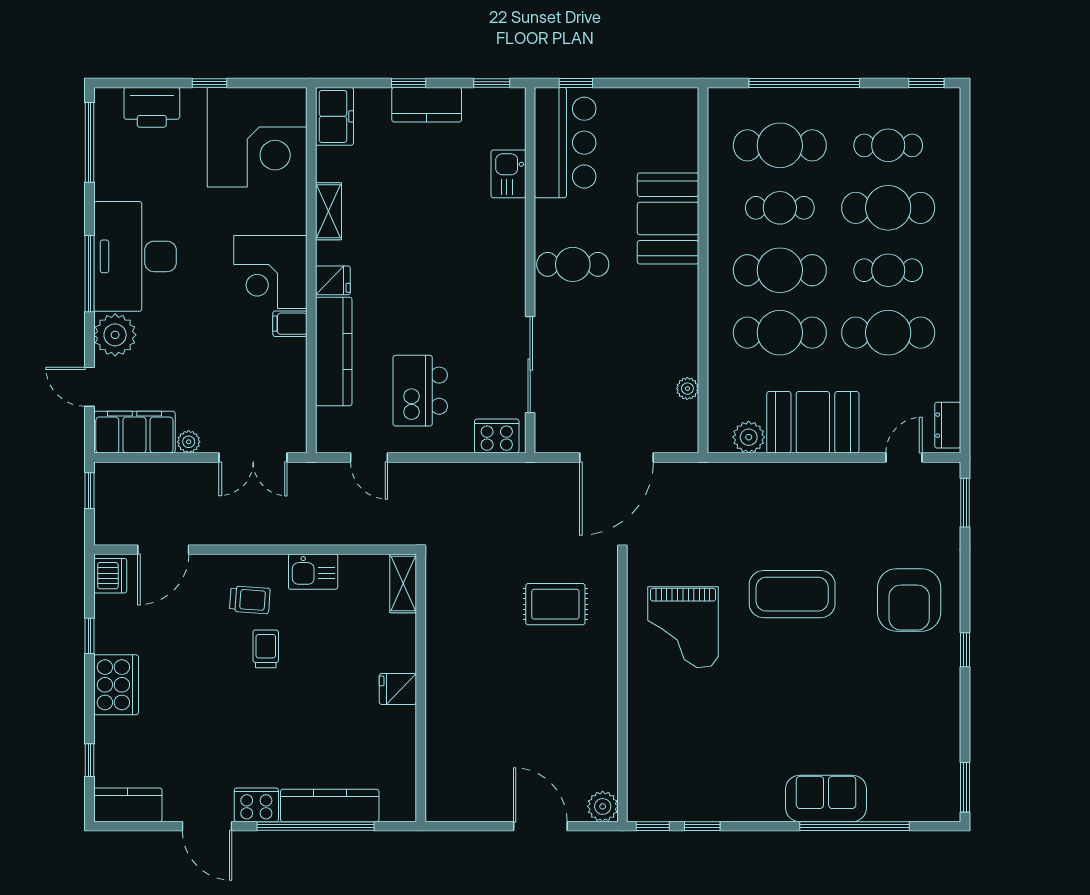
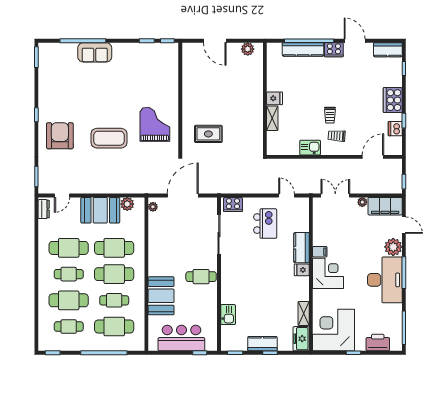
bar counter: (565, 143) -> (181, 338), moved, turned 90
shelving: (329, 211) -> (304, 313), moved
kitchen counter: (334, 352) -> (301, 248), width x0.67
plant: (687, 389) -> (153, 207), moved
dishwasher: (110, 576) -> (395, 129), moved
shelving: (403, 583) -> (272, 118), moved
plant: (603, 806) -> (248, 49), moved

